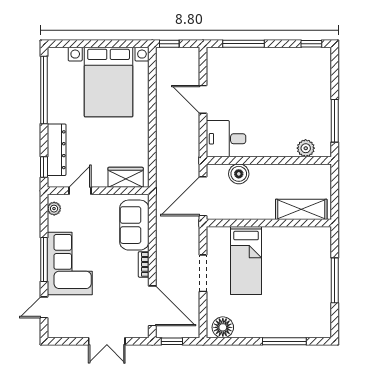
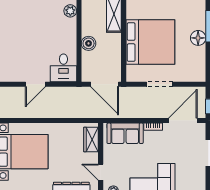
boiler: (239, 174) -> (89, 43), moved
bed: (246, 260) -> (150, 42), width x2.04
floor lamp: (223, 327) -> (198, 38), moved

